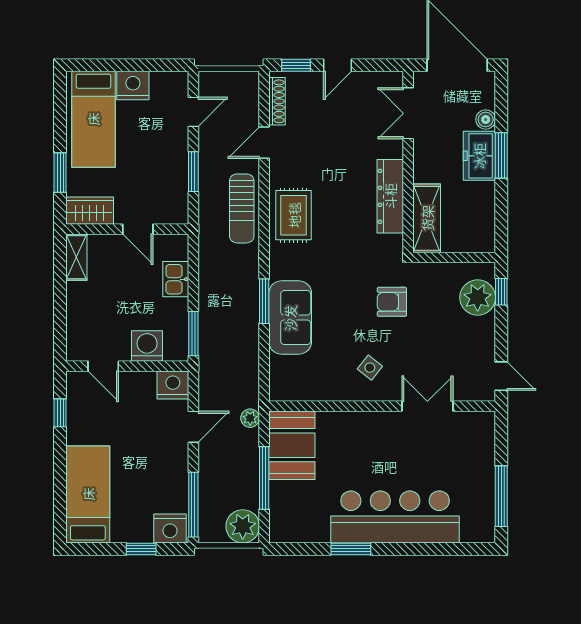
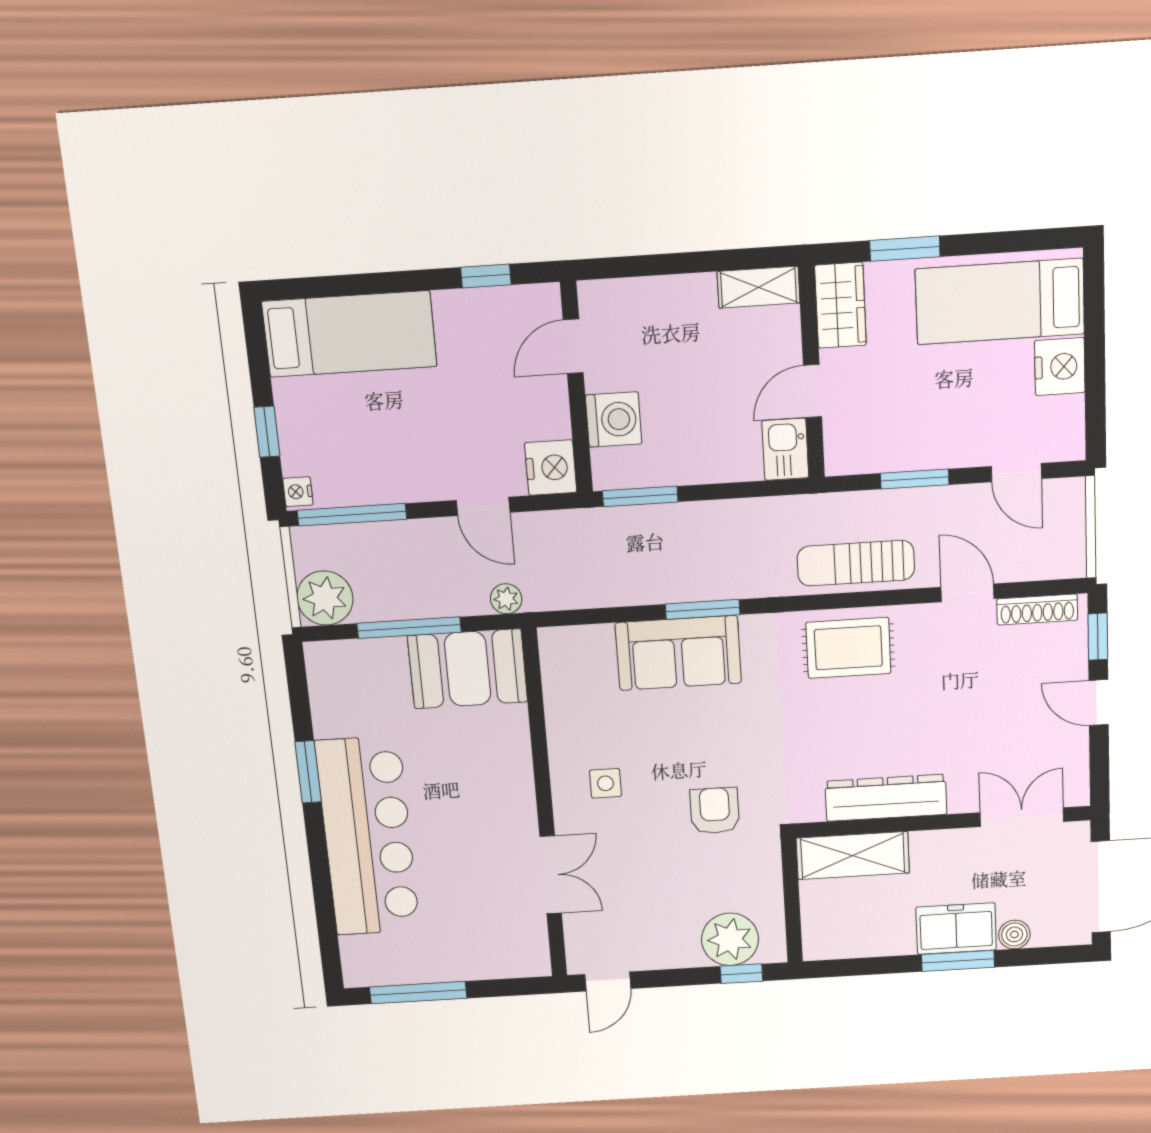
kitchen sink: (176, 279) -> (785, 449), moved, turned -90
side table: (370, 368) -> (605, 783), turned -38
nightstand: (170, 529) -> (298, 492), width x0.53, depth x0.56

